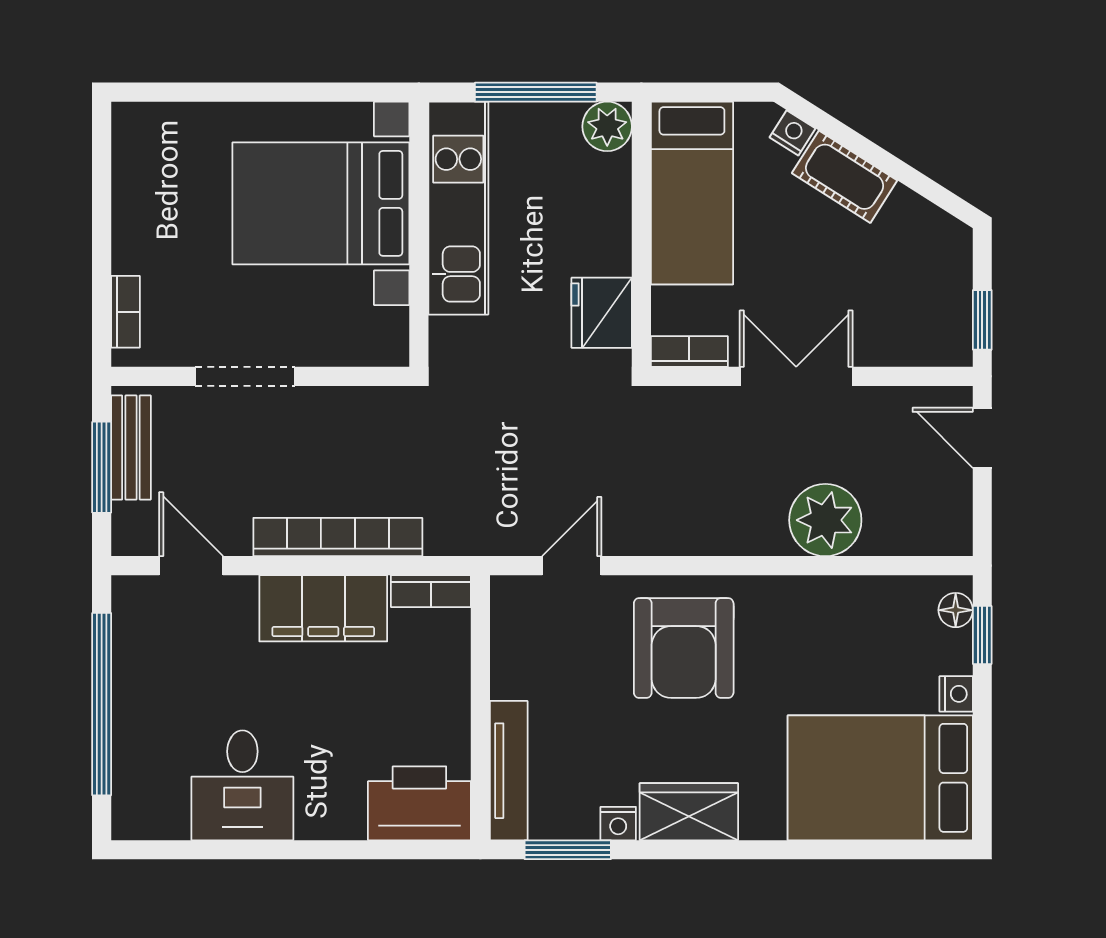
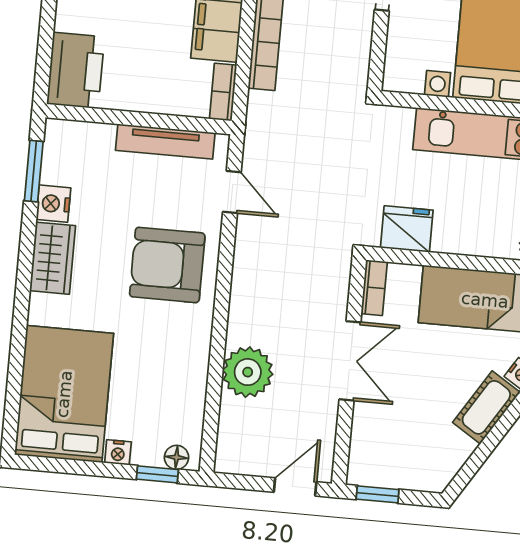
tv unit: (509, 771) -> (165, 142), moved
nightstand: (618, 824) -> (53, 204), width x1.39, depth x1.35

